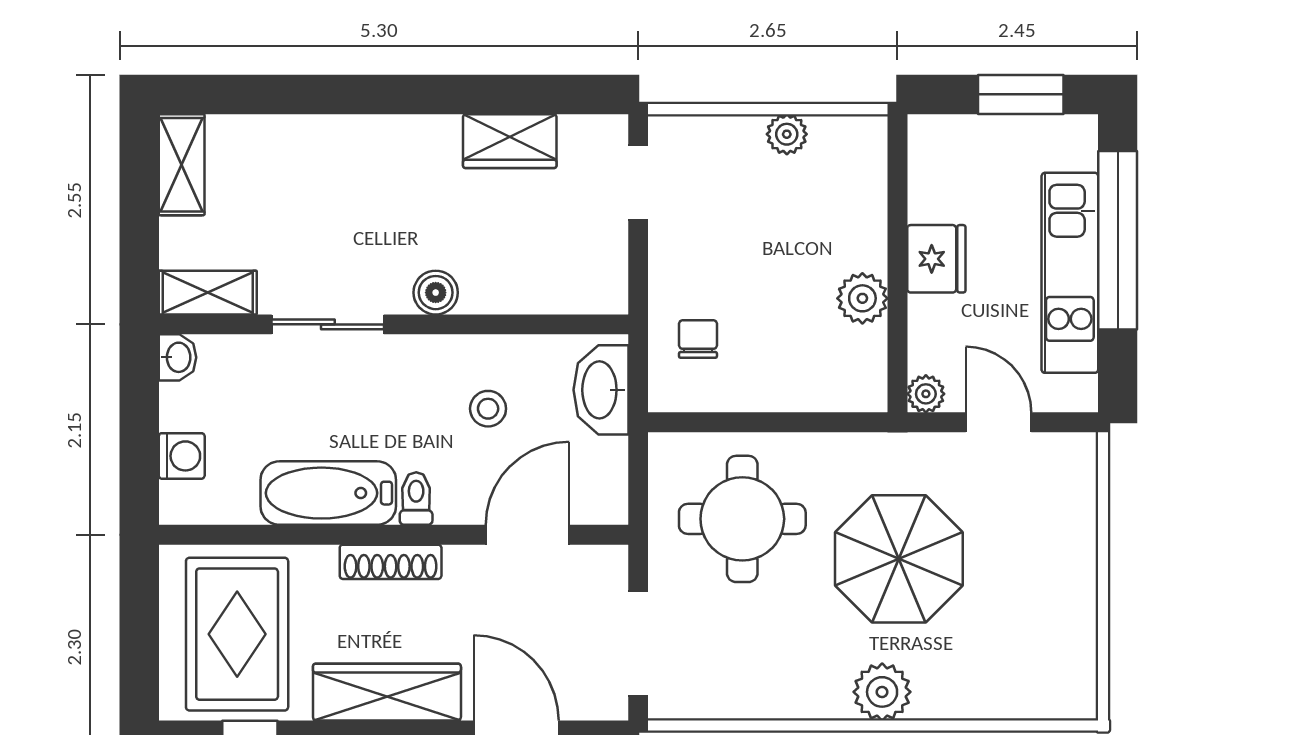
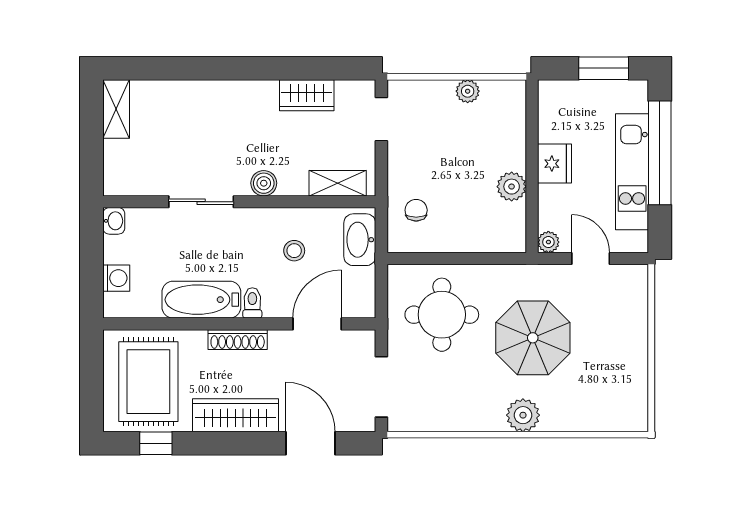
shelving: (208, 293) -> (338, 183), moved

